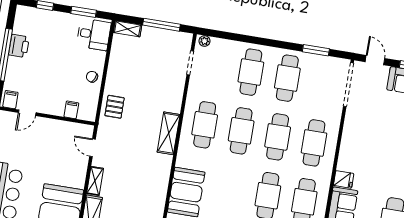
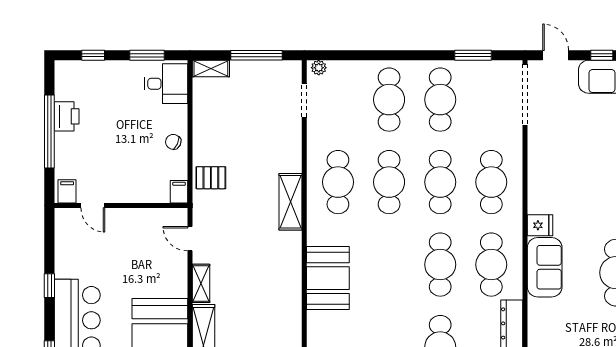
pallet: (115, 107) -> (211, 178), turned 90
filing cabinet: (71, 110) -> (179, 192), moved
door: (27, 113) -> (93, 206), hinge flipped

